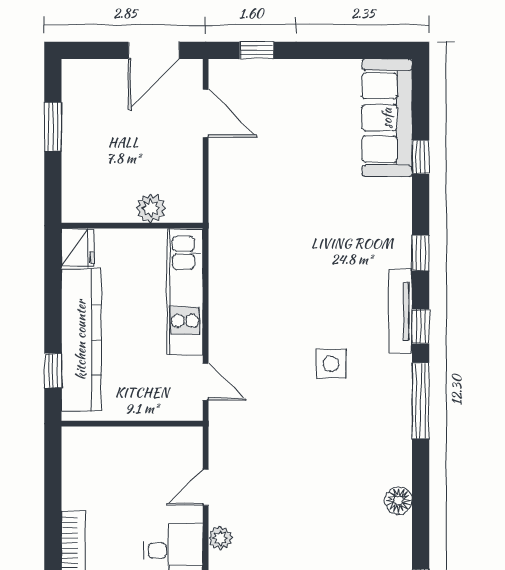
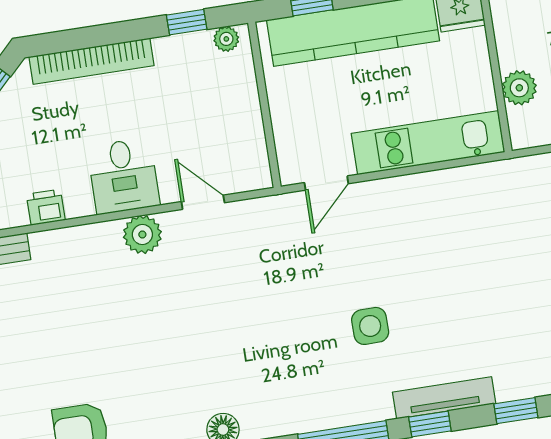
plant: (72, 447) -> (226, 39), added
window: (53, 478) -> (187, 22), added
plant: (220, 538) -> (142, 234), width x1.38, depth x1.38

